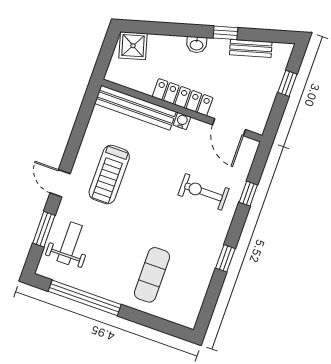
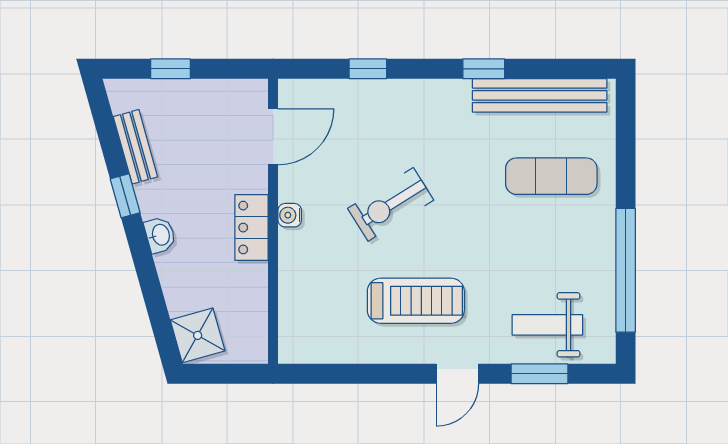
locker: (183, 97) -> (252, 228), width x0.66
bench: (135, 108) -> (540, 95), moved, turned 90
exercise bike: (203, 192) -> (391, 204), moved, turned 58

